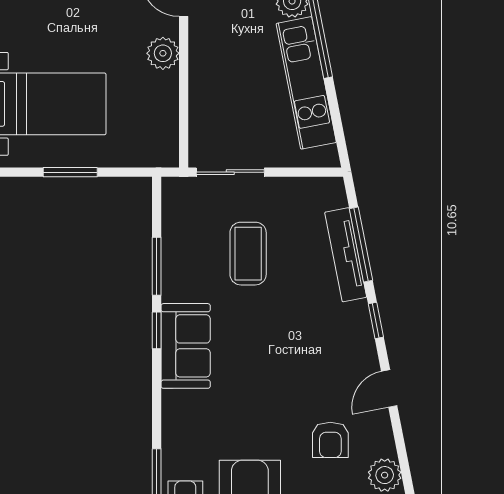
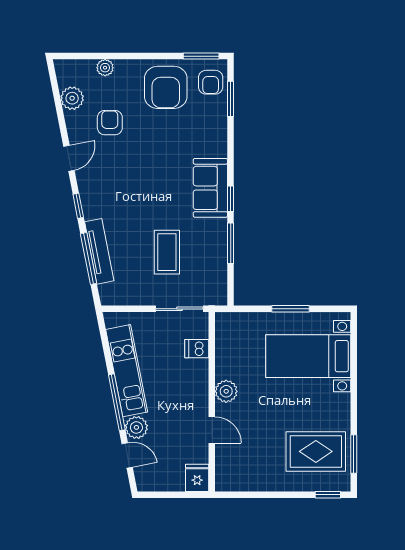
dishwasher: (205, 115) -> (197, 349), added

